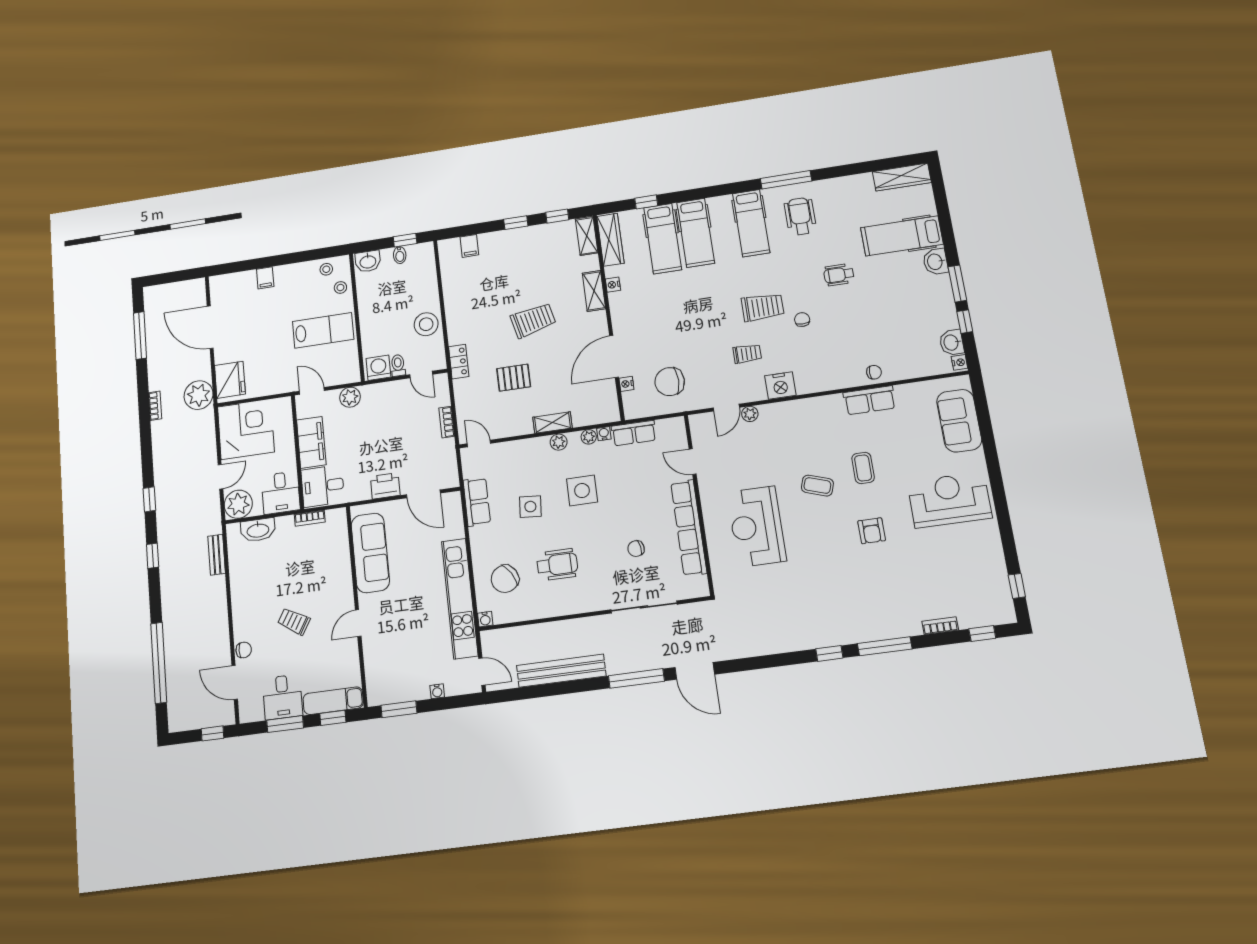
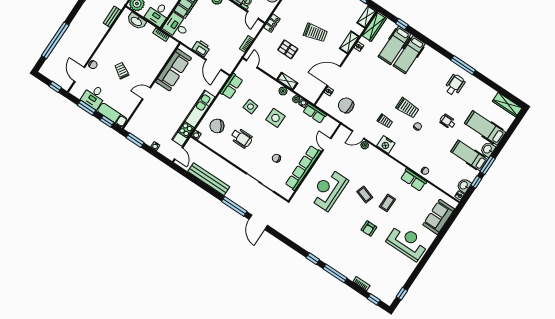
hospital bed: (751, 223) -> (469, 155), moved, turned 90

